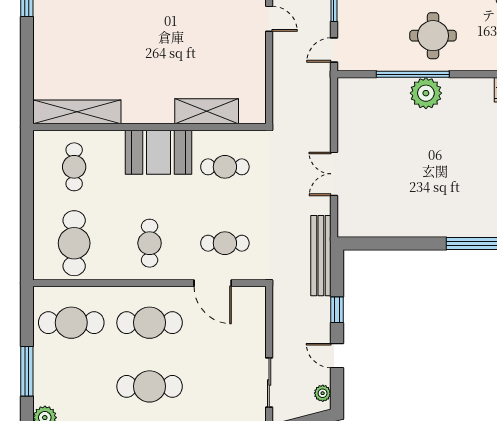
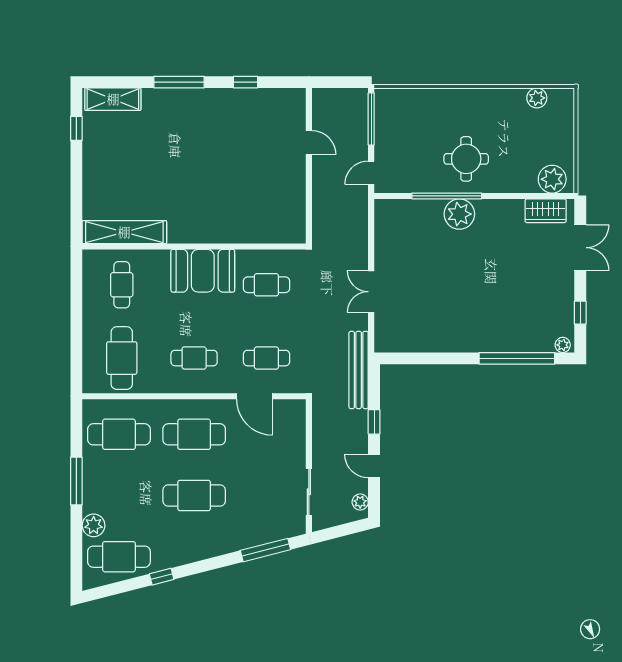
shelving: (207, 111) -> (249, 231), removed
cafe table: (150, 243) -> (194, 358), turned 90

